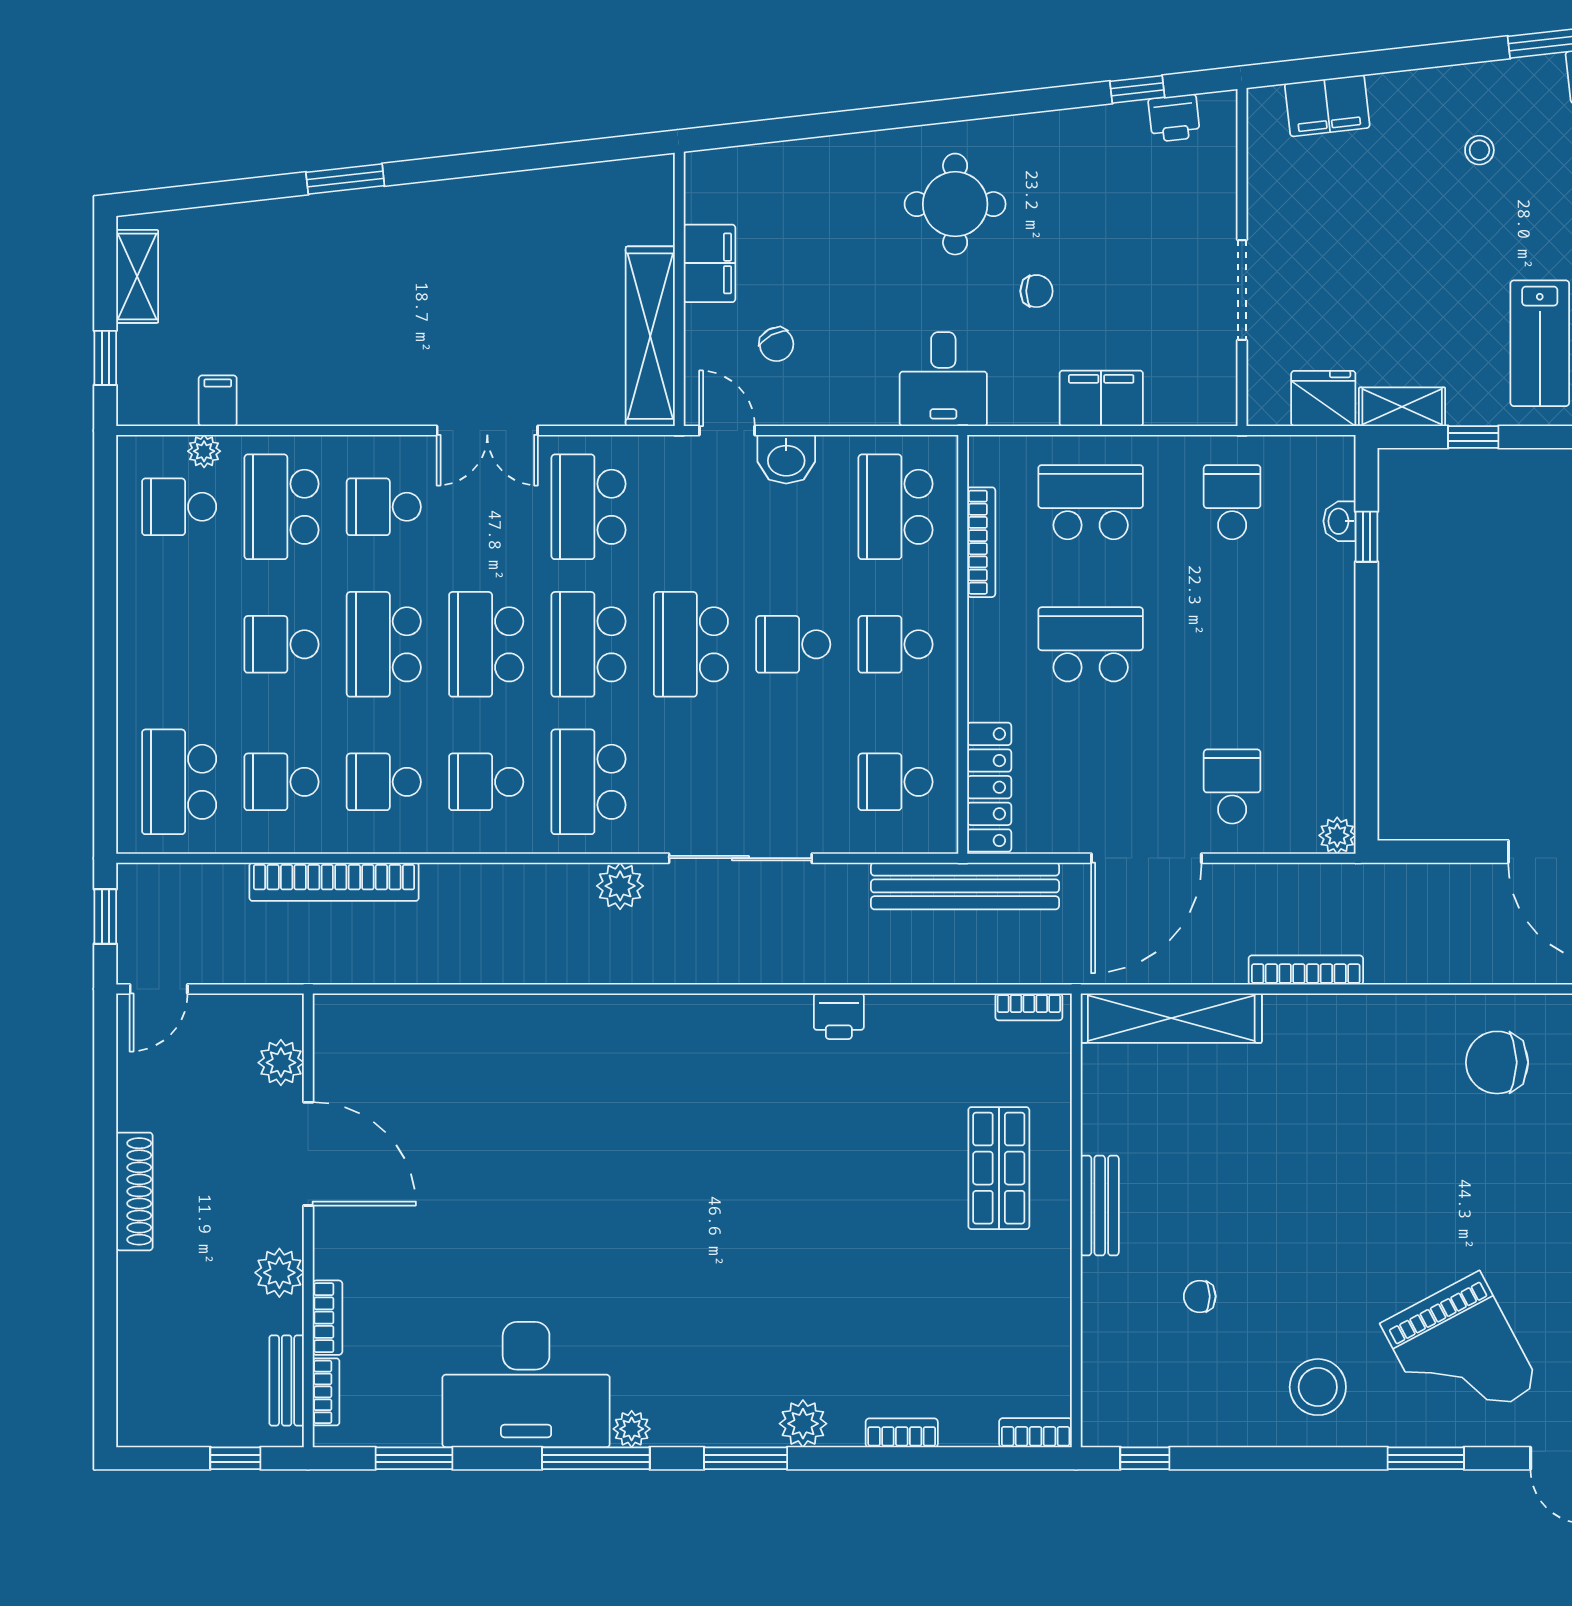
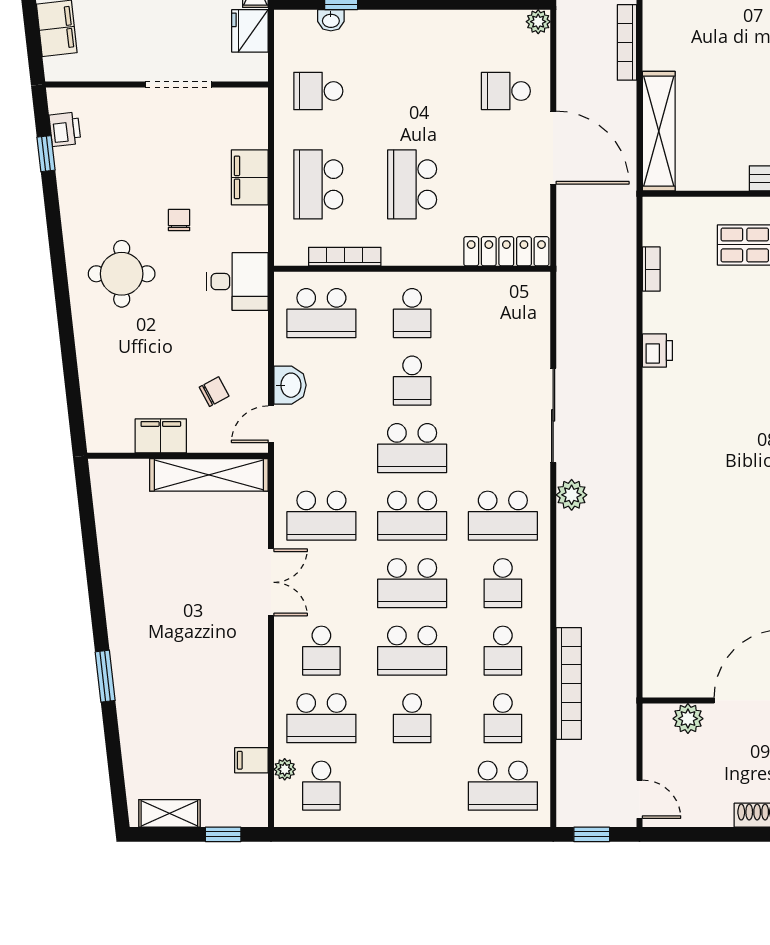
school desk: (896, 782) -> (503, 313), removed
bench: (965, 886) -> (571, 267), removed
bookcase: (1029, 1007) -> (651, 269), moved

